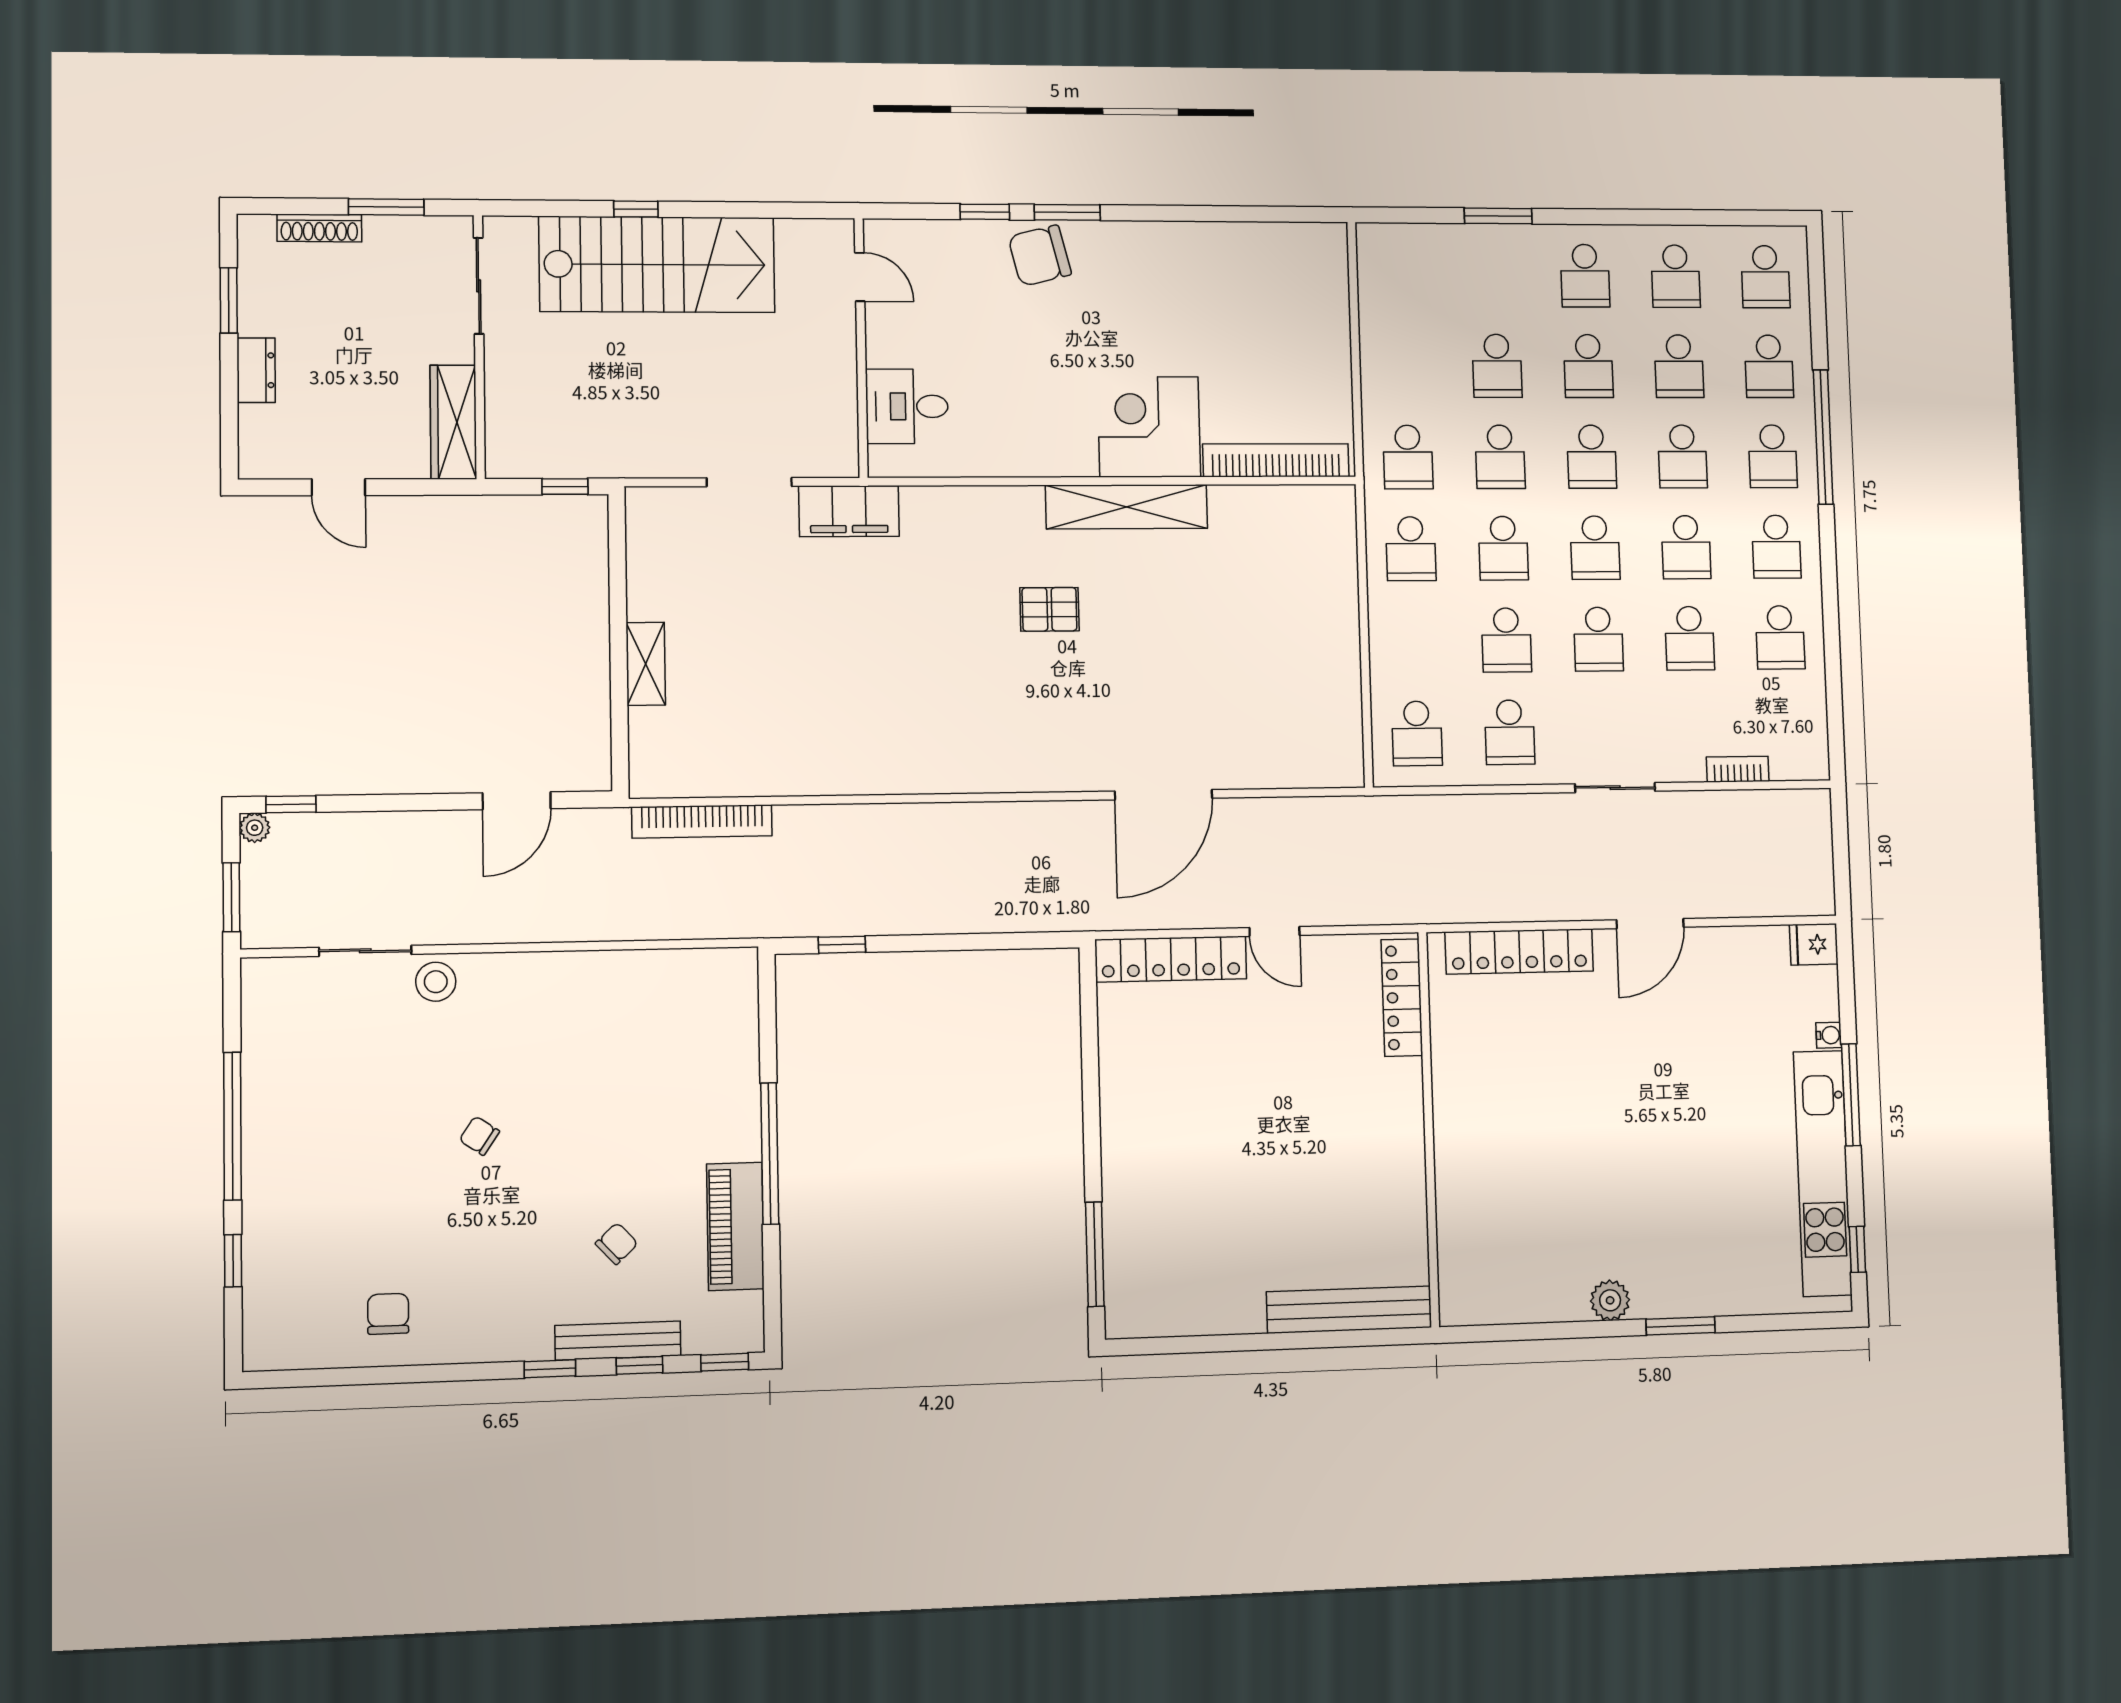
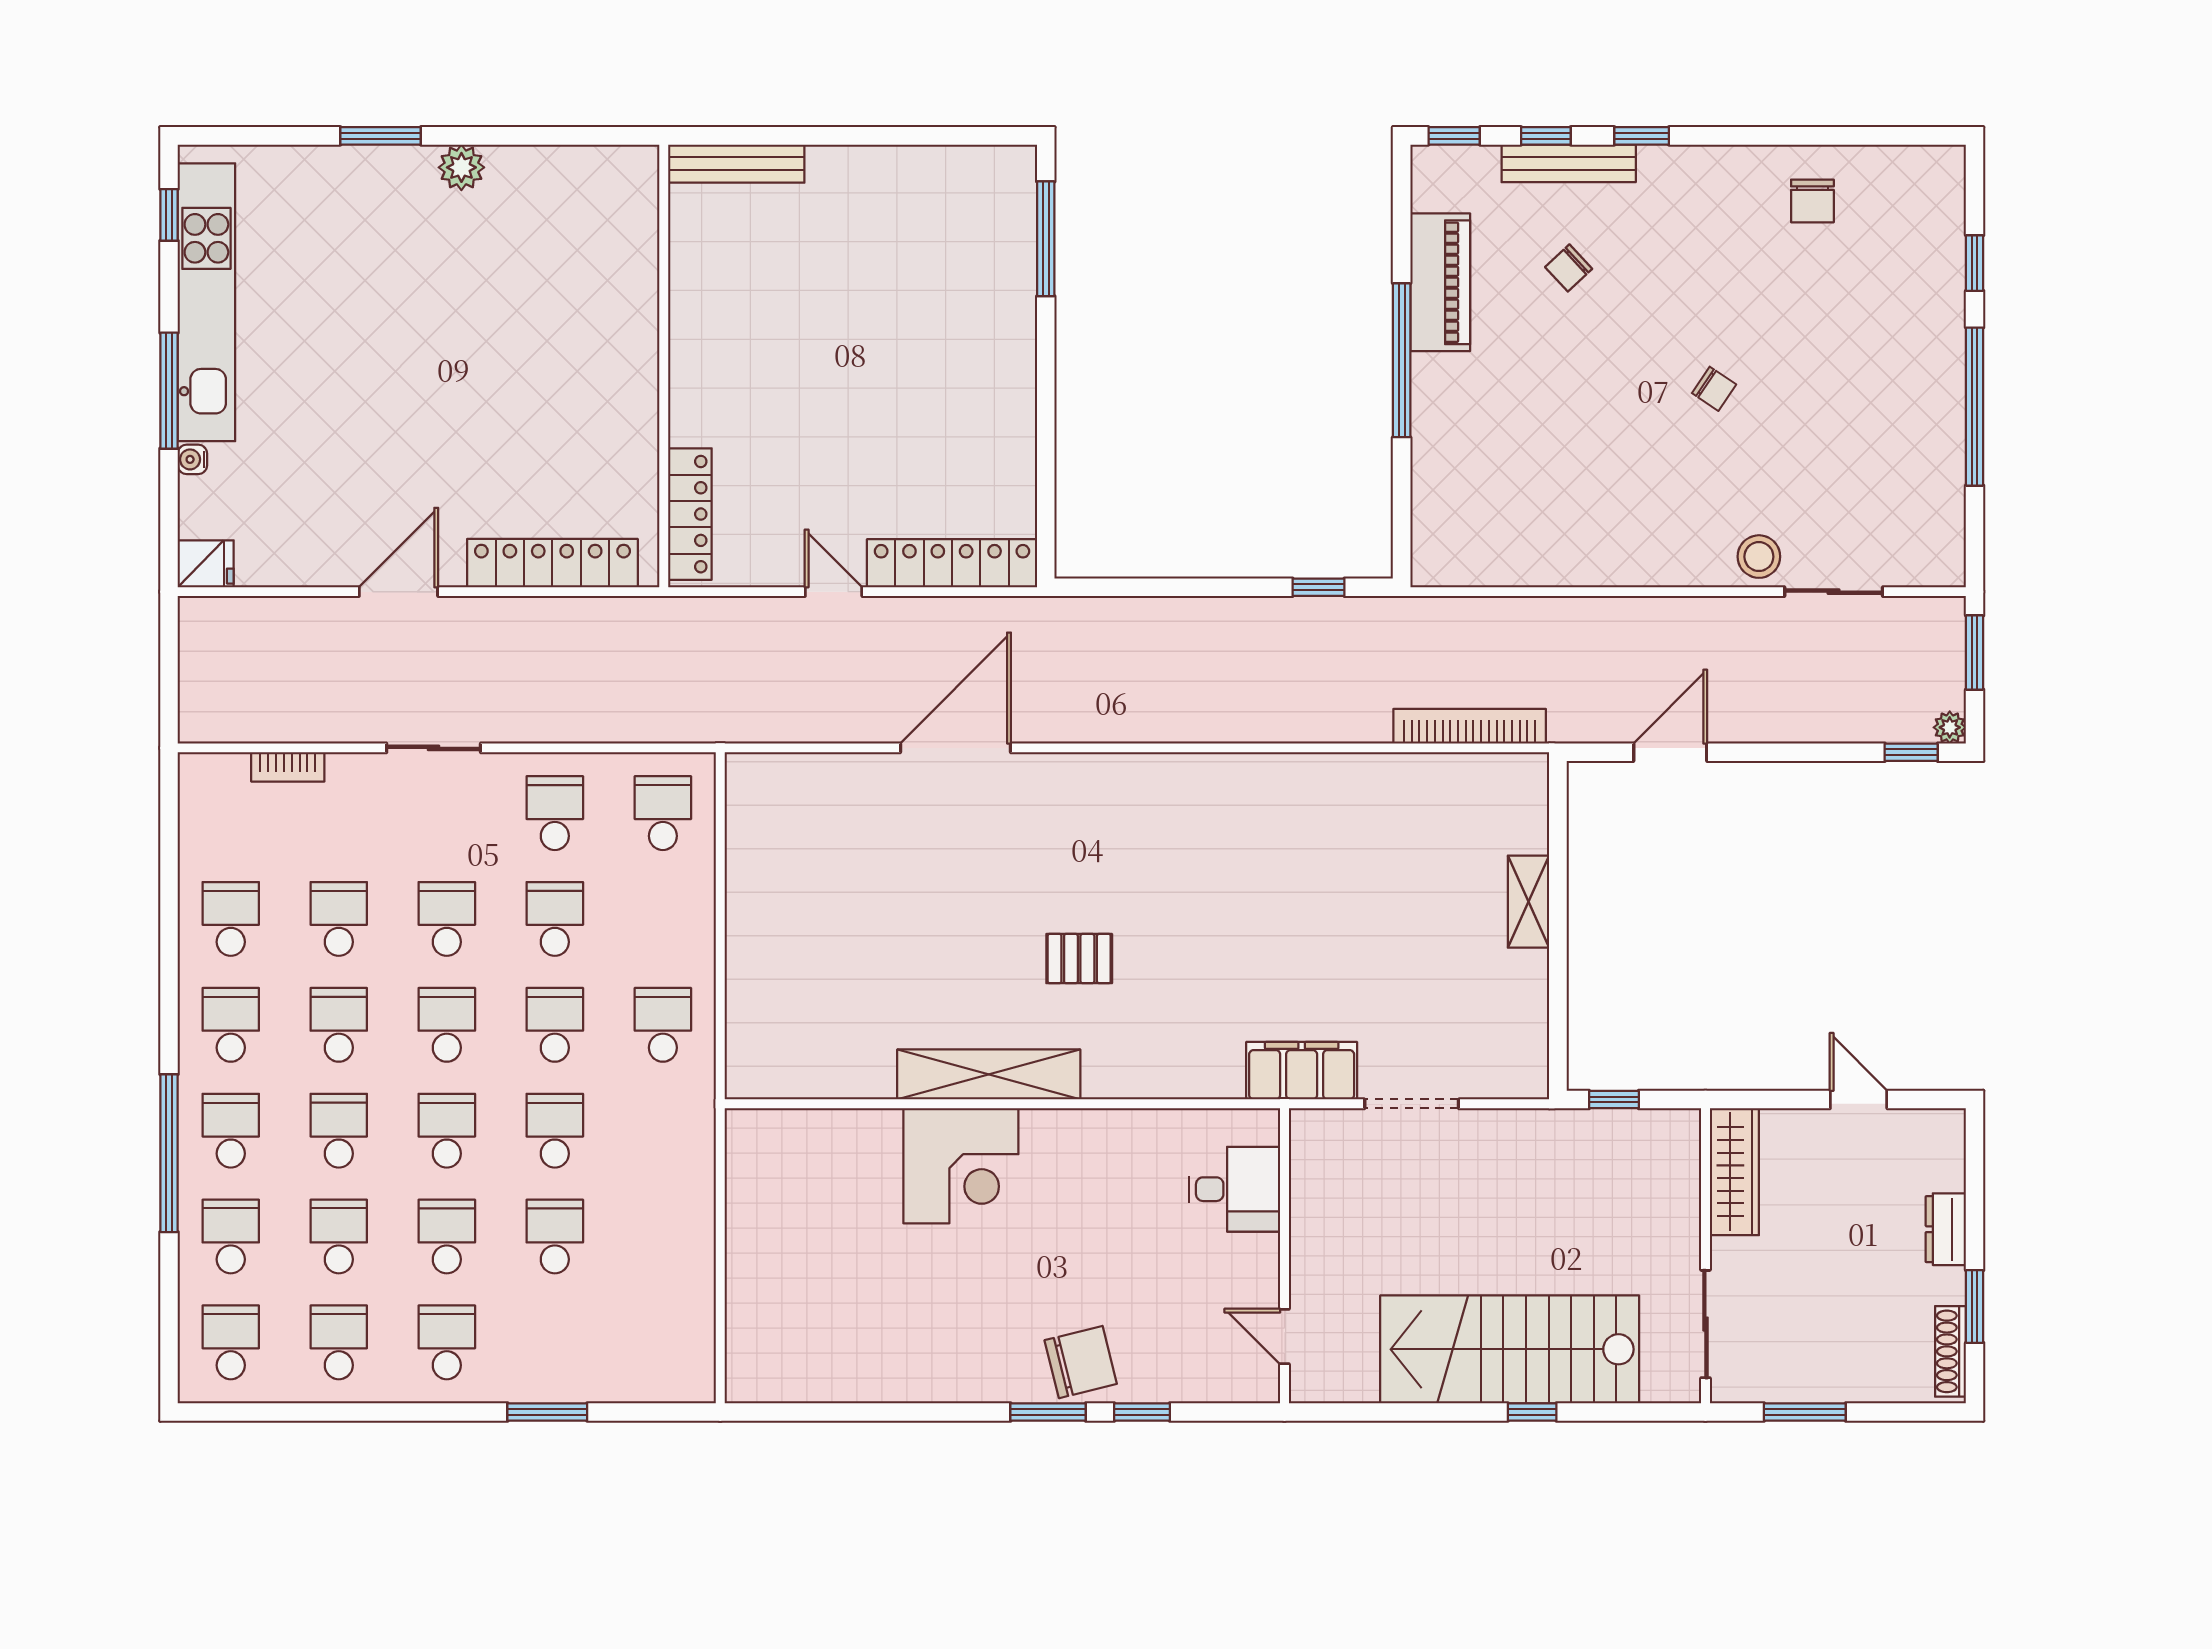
shoe rack: (319, 228) -> (1950, 1351), moved, turned -90
school desk: (1408, 457) -> (663, 1131), removed
bookcase: (1276, 460) -> (816, 1127), removed
bench: (1349, 1310) -> (736, 164), width x0.73, depth x0.82

